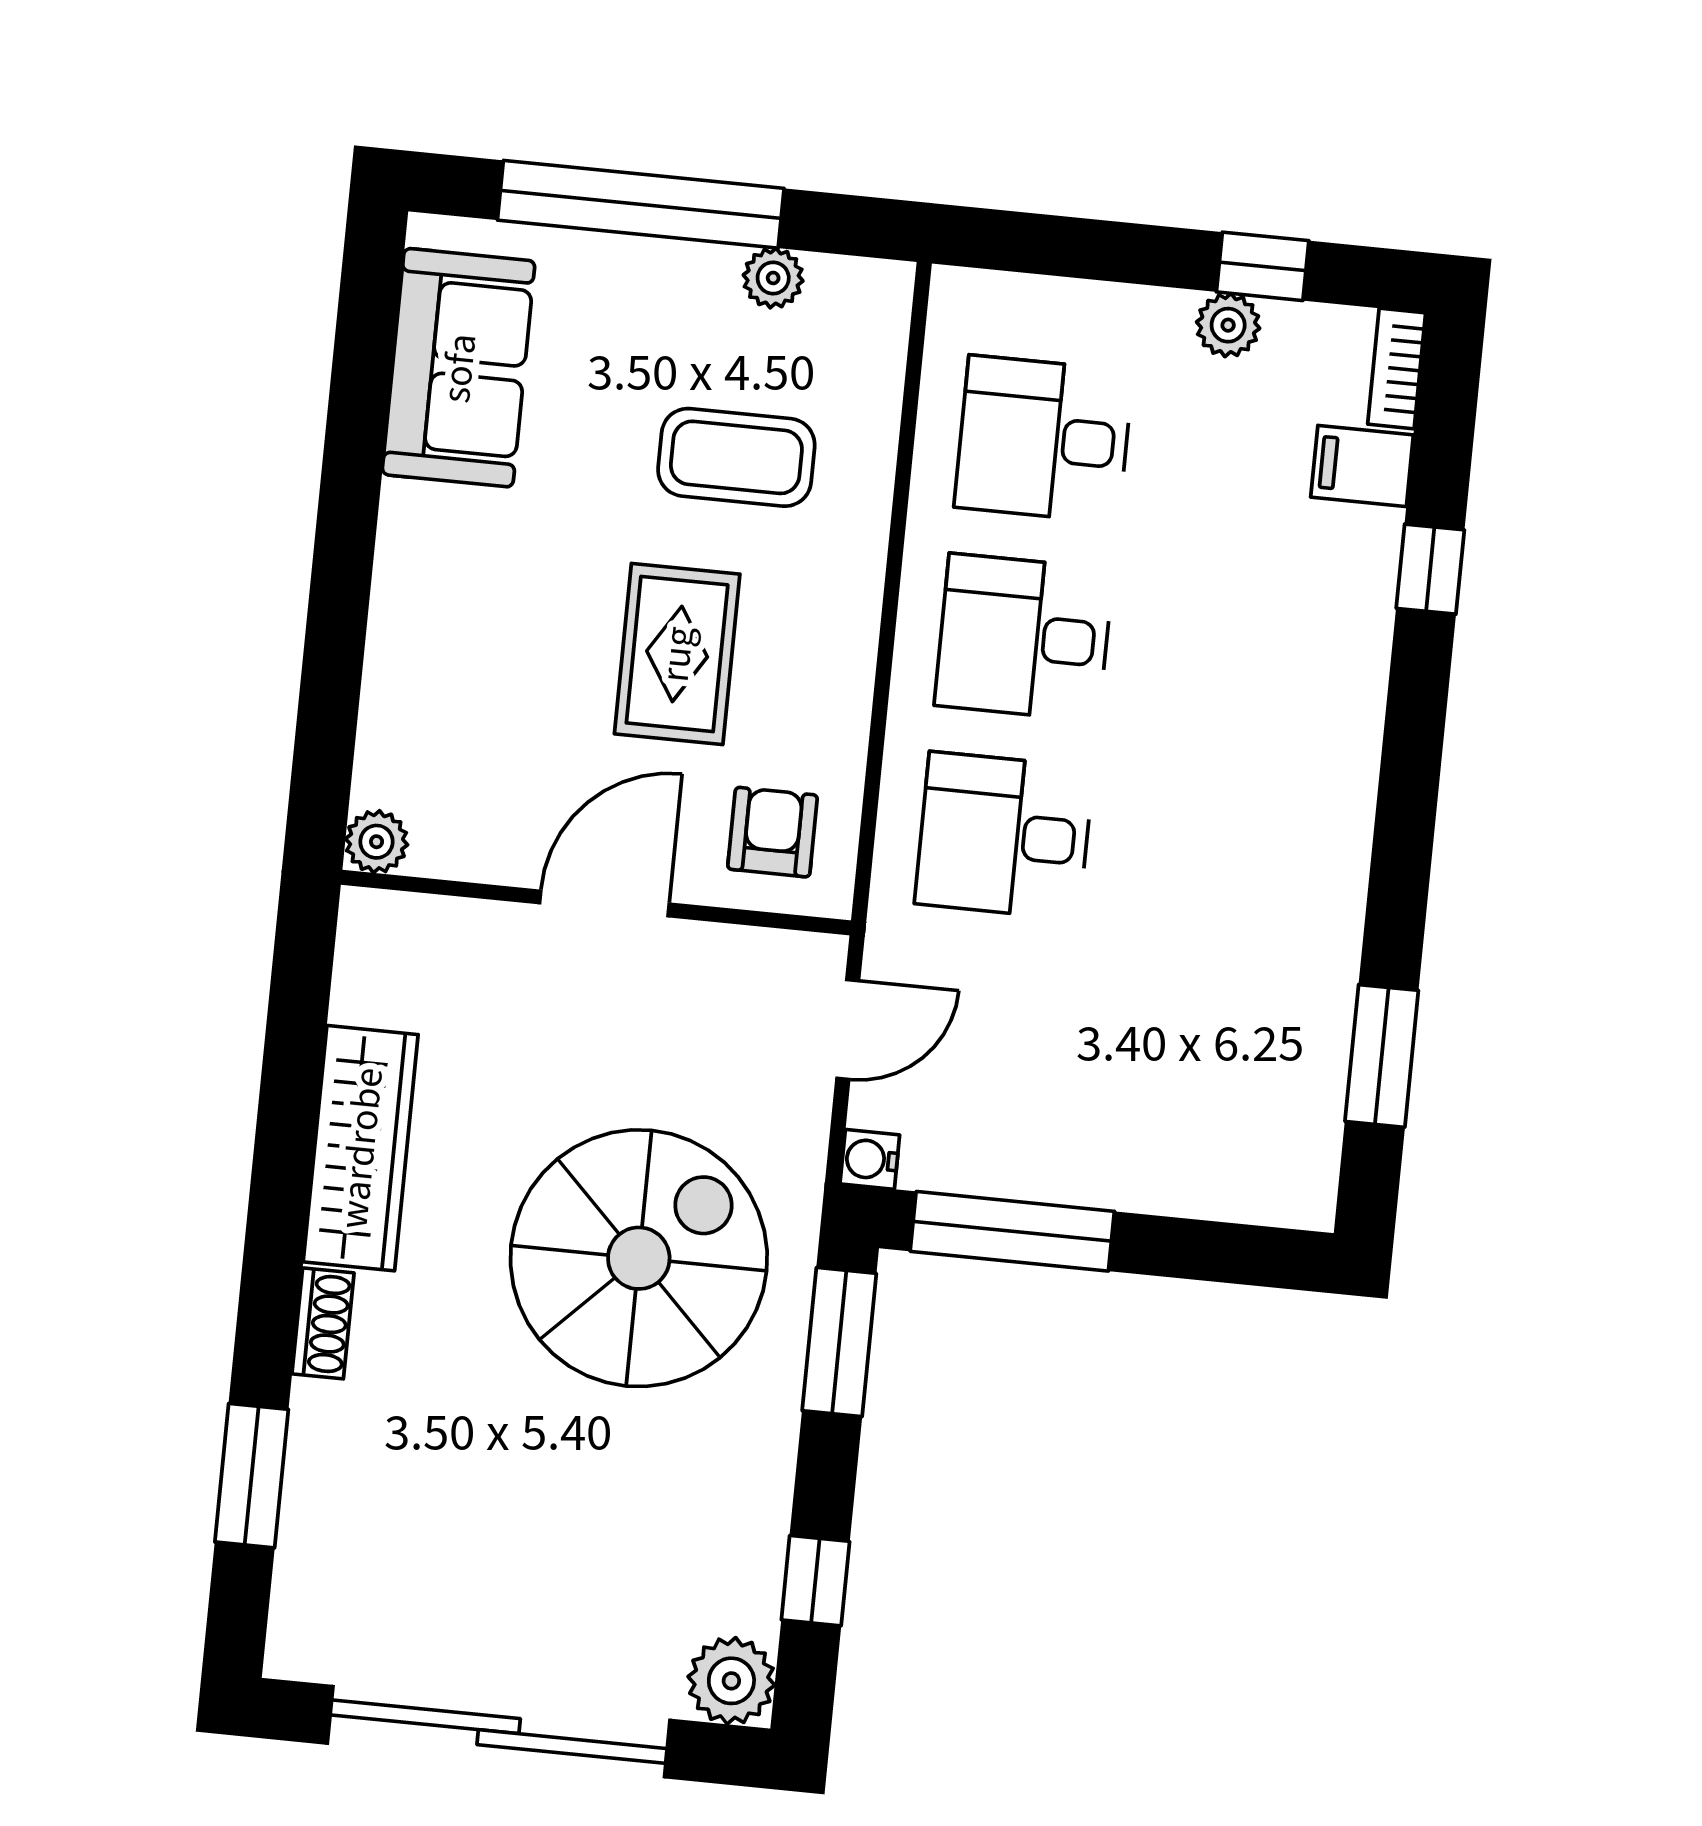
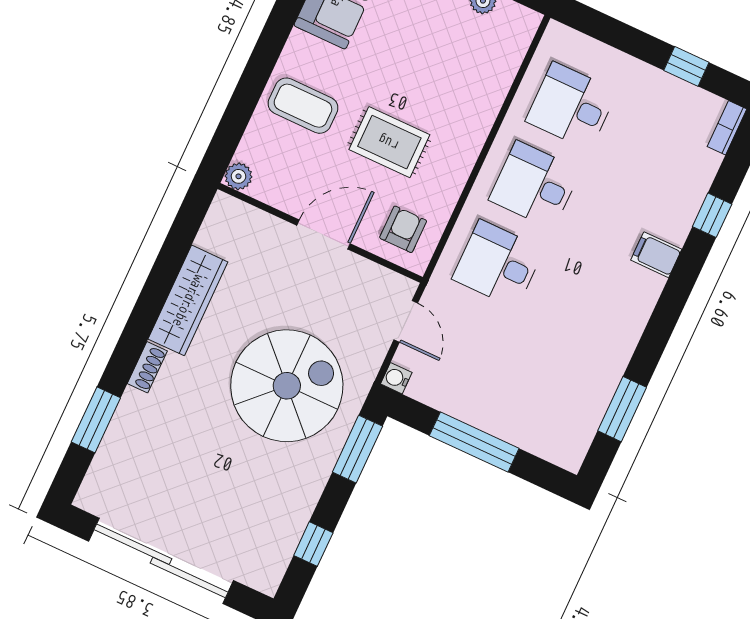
plant: (1228, 325) -> (664, 86), removed
coffee table: (736, 457) -> (303, 106), moved
filing cabinet: (1362, 466) -> (656, 255), moved
rug: (677, 654) -> (389, 142), turned 90
door: (848, 1029) -> (406, 321), hinge flipped
window: (1012, 1231) -> (474, 442), moved
plant: (731, 1681) -> (264, 573), removed

